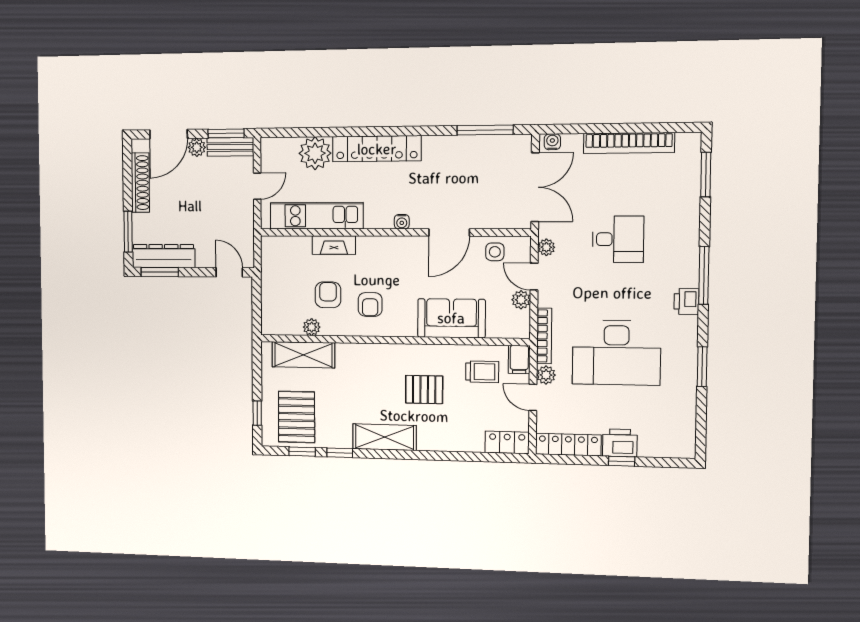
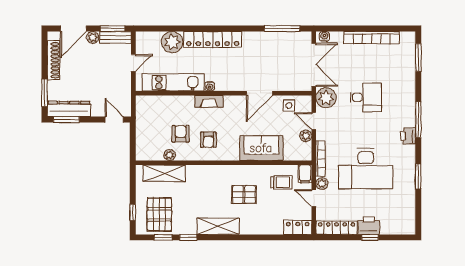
water cooler: (402, 222) -> (210, 86), moved
fireplace: (334, 245) -> (209, 101), moved
plant: (546, 247) -> (326, 98), width x1.88, depth x1.88

